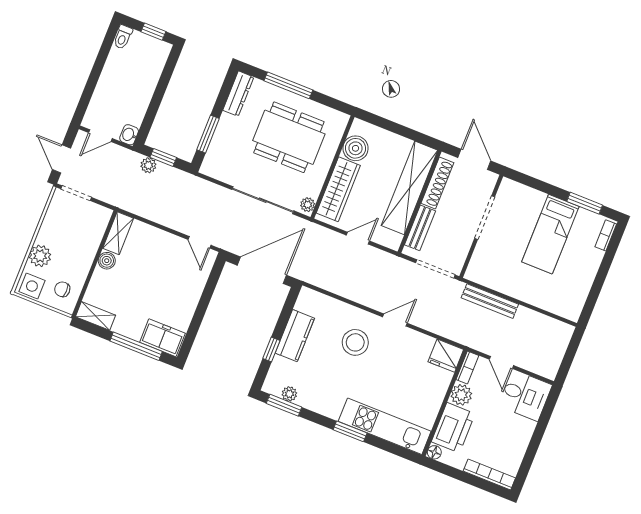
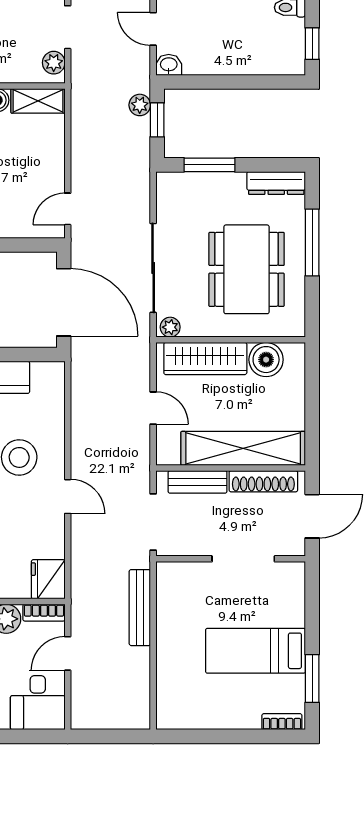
plant: (96, 212) -> (54, 63), added

